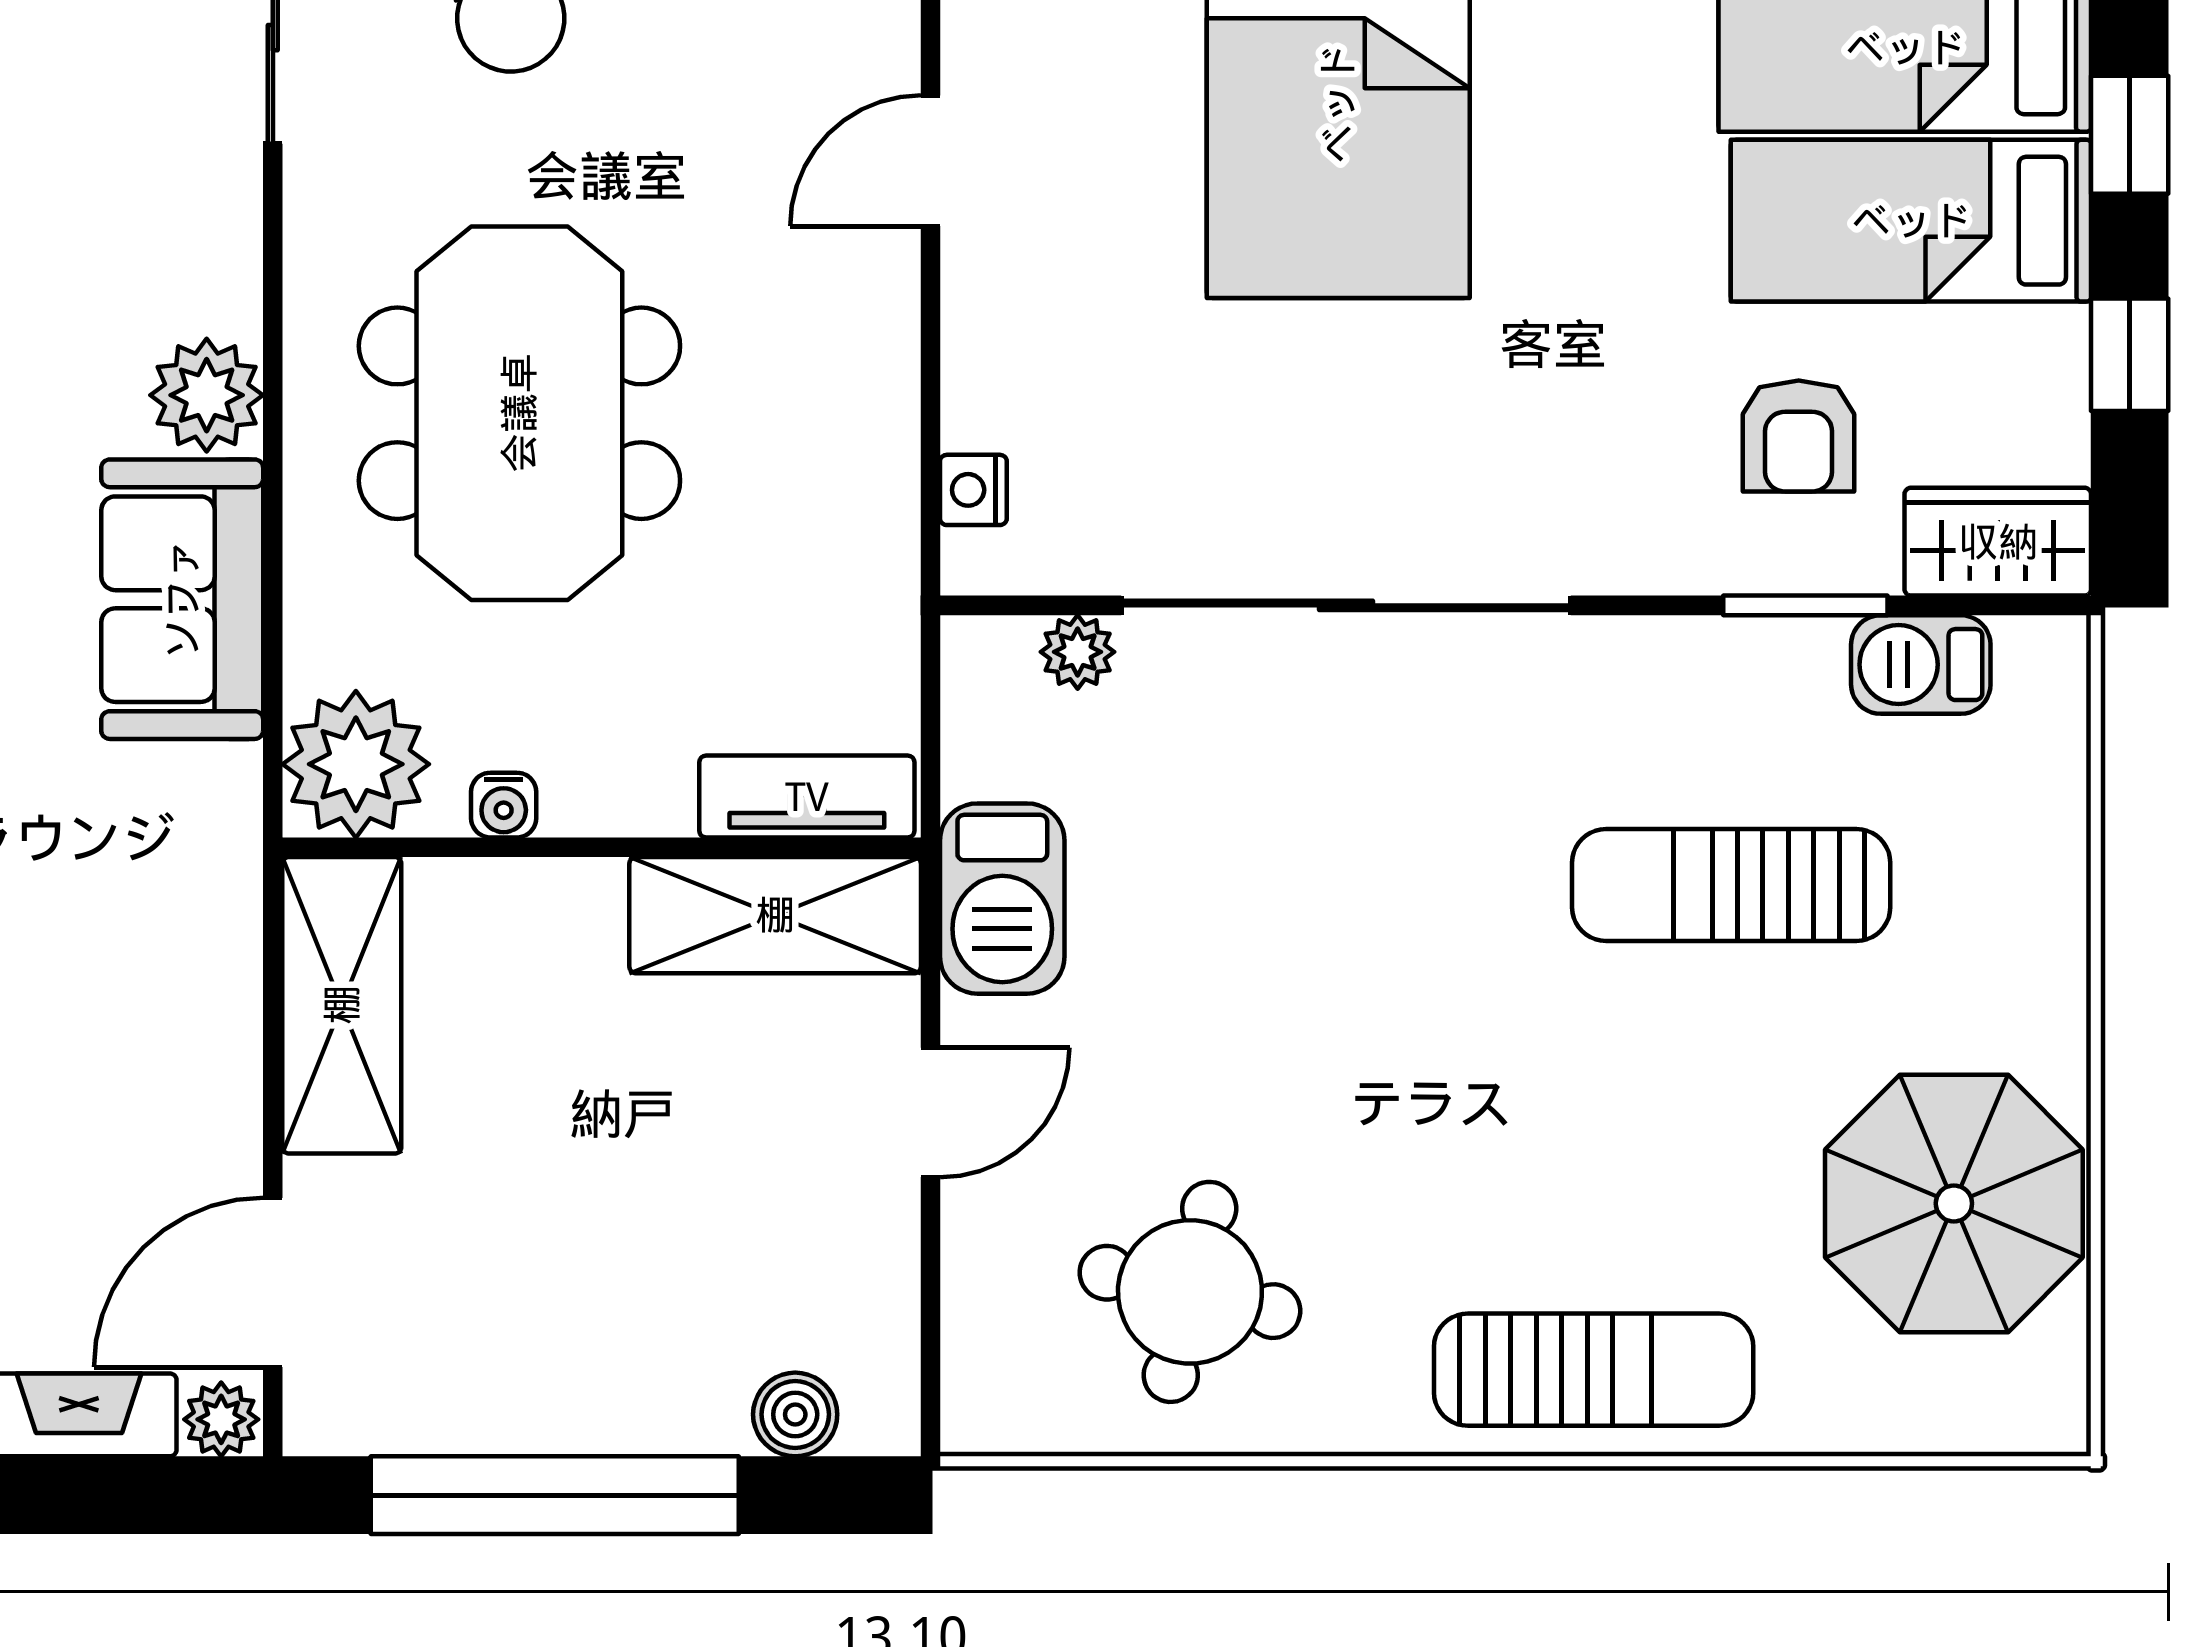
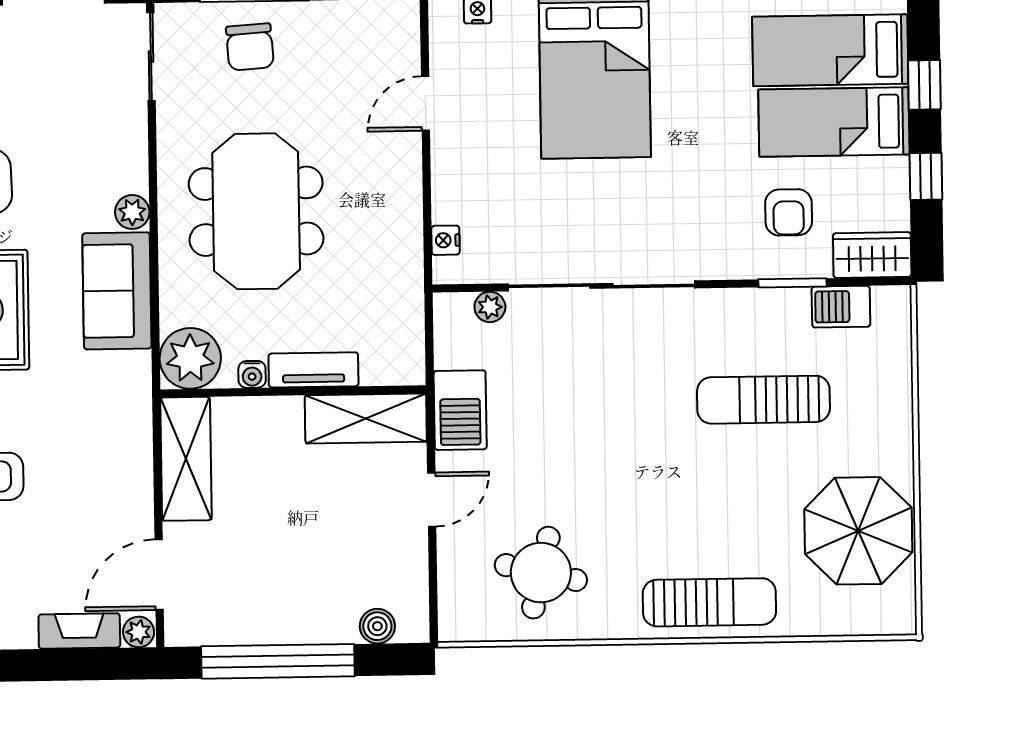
plant: (207, 395) -> (132, 212), width x0.73, depth x0.73
tv unit: (807, 797) -> (313, 370), moved

